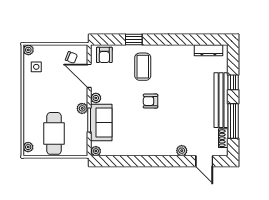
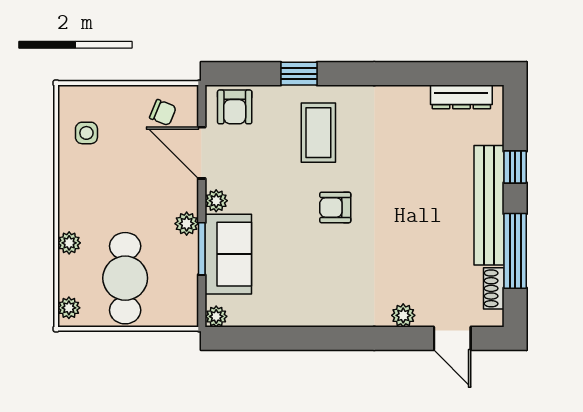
plant: (28, 50) -> (69, 243), moved

